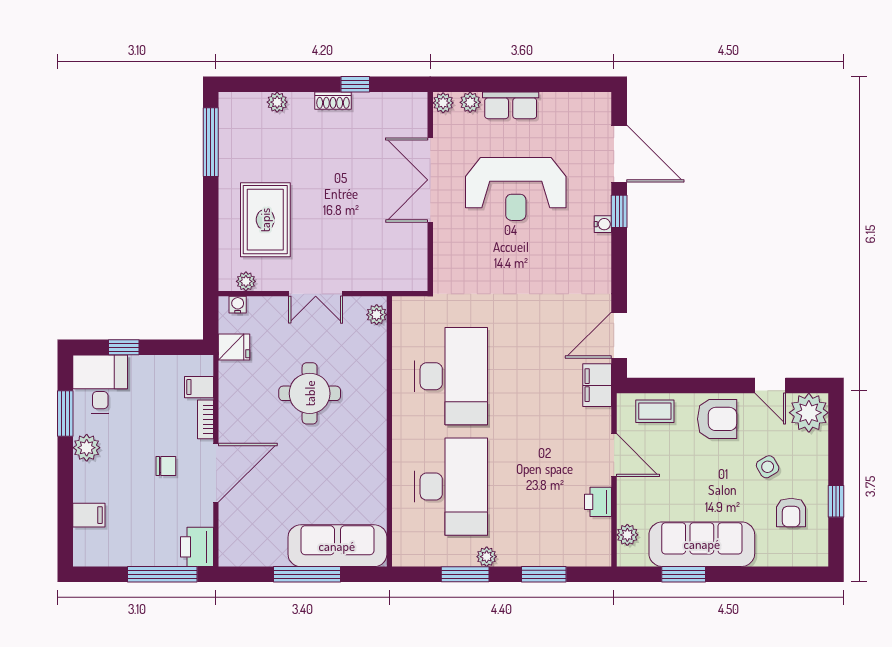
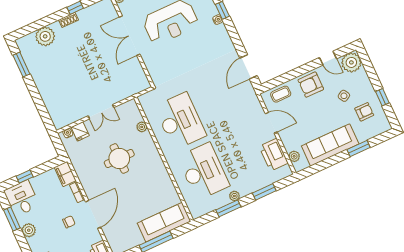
plant: (277, 102) -> (45, 36), width x1.88, depth x1.88
window: (211, 142) -> (21, 65), width x0.69
rug: (265, 220) -> (63, 88), removed
plant: (246, 281) -> (67, 121), removed
plant: (377, 315) -> (142, 127), moved
fridge: (234, 347) -> (80, 131), moved, turned 90
filing cabinet: (597, 385) -> (249, 94), removed
filing cabinet: (199, 387) -> (65, 174), width x2.00
armchair: (717, 419) -> (311, 85), turned 180
printer: (598, 502) -> (274, 155), width x1.87, depth x1.48
armchair: (791, 513) -> (364, 112), turned -90
window: (684, 574) -> (359, 149), moved

